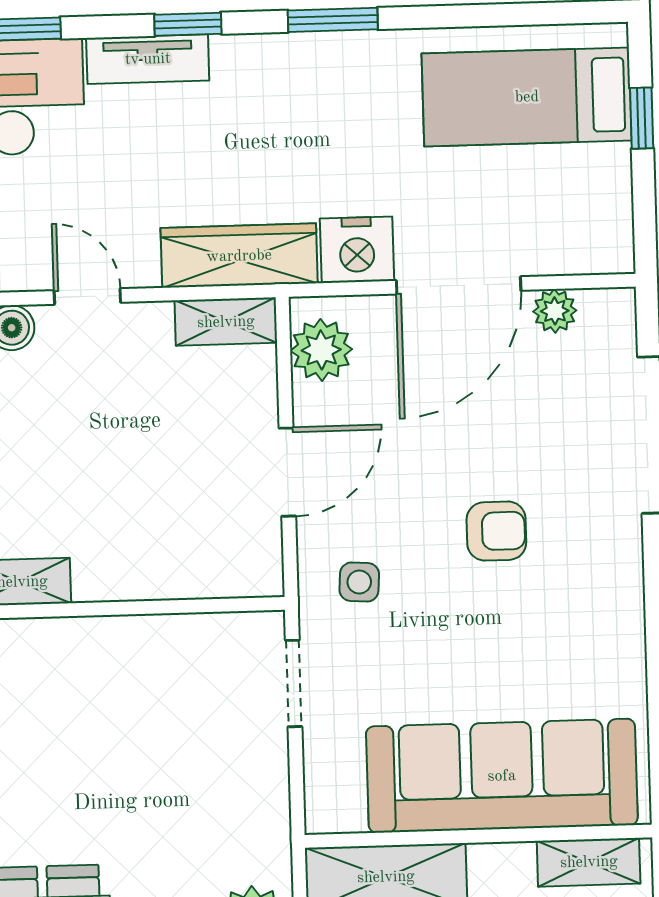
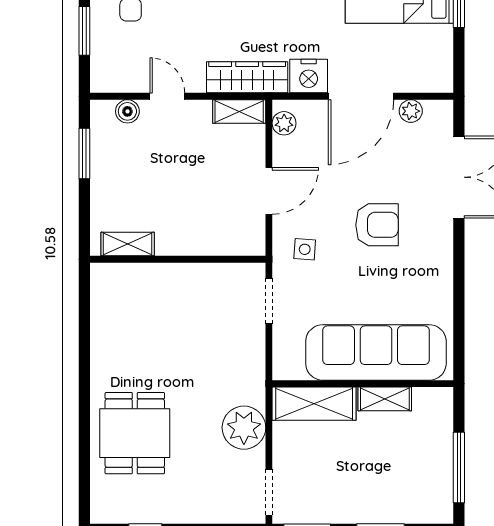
plant: (321, 350) -> (284, 123), width x0.73, depth x0.73
armchair: (496, 531) -> (377, 225), width x1.38, depth x1.38
shelving: (589, 862) -> (385, 399), moved

